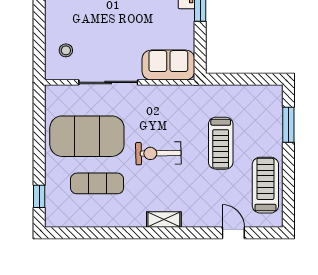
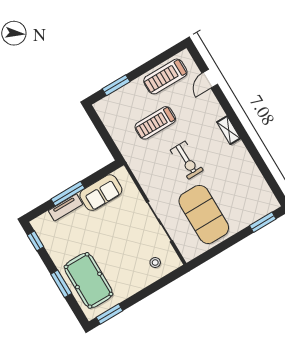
sofa: (168, 65) -> (101, 193), moved, turned -90
treadmill: (221, 143) -> (155, 123), turned 180
exercise mat: (97, 183) -> (231, 189), removed
window: (39, 196) -> (263, 222), width x1.50

